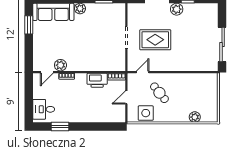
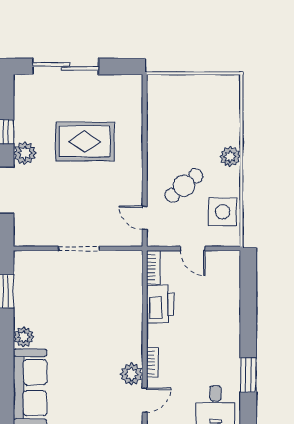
rug: (155, 40) -> (85, 141), moved, turned 90
sliding door: (222, 45) -> (66, 67), moved
door: (47, 72) -> (145, 400), hinge flipped
plant: (195, 117) -> (230, 157), moved

